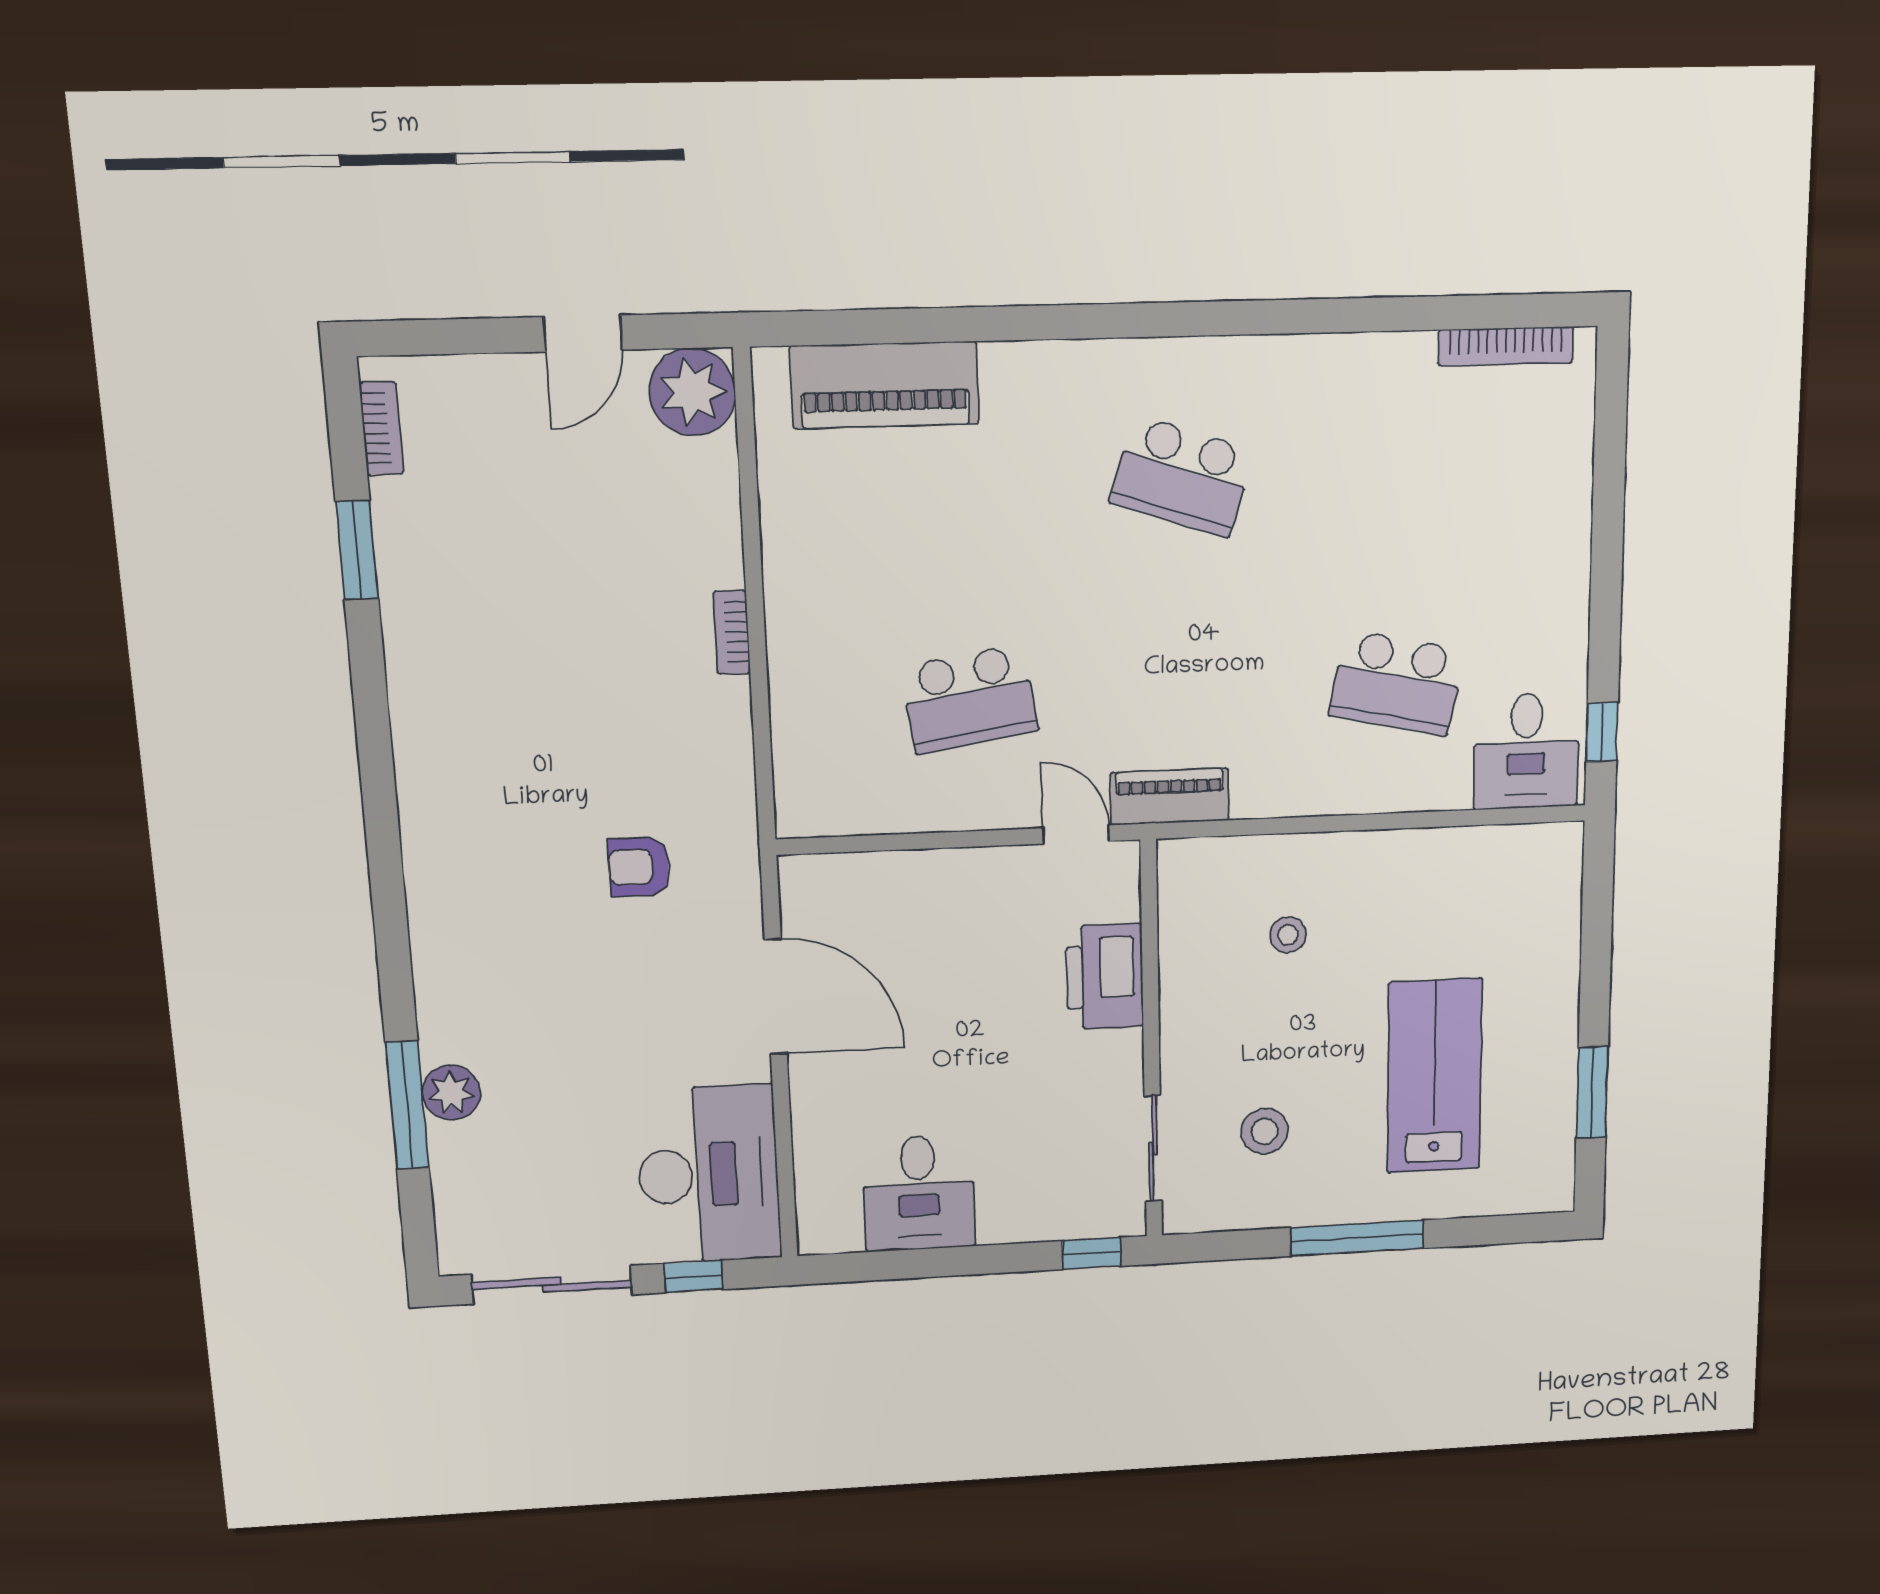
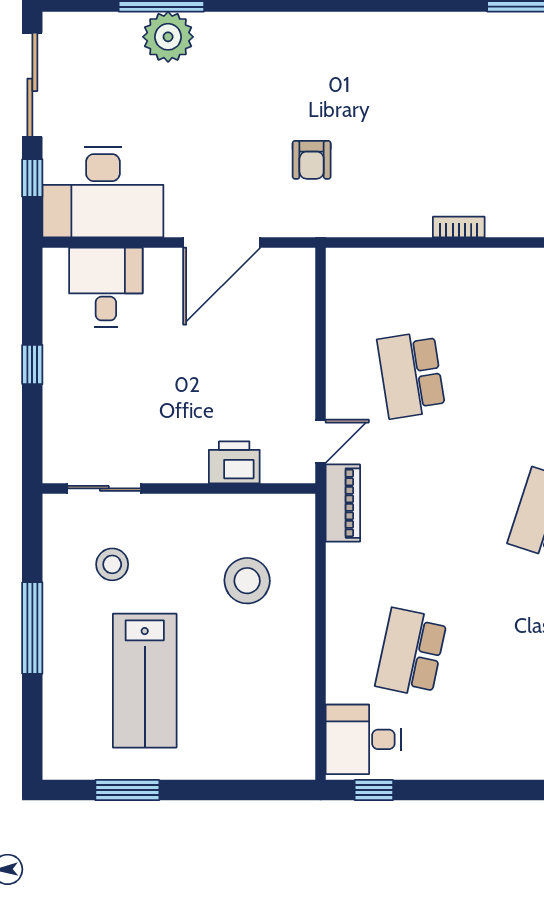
armchair: (639, 867) -> (312, 160), turned 180
stool: (1288, 935) -> (247, 581), width x1.89, depth x1.89
printer: (1105, 977) -> (234, 462), width x0.73, depth x0.84
lab bench: (1435, 1076) -> (145, 681), turned 90
plant: (451, 1093) -> (168, 37), width x1.36, depth x1.36
desk: (919, 1193) -> (106, 287), moved, turned 90
window: (1092, 1253) -> (32, 365), moved

